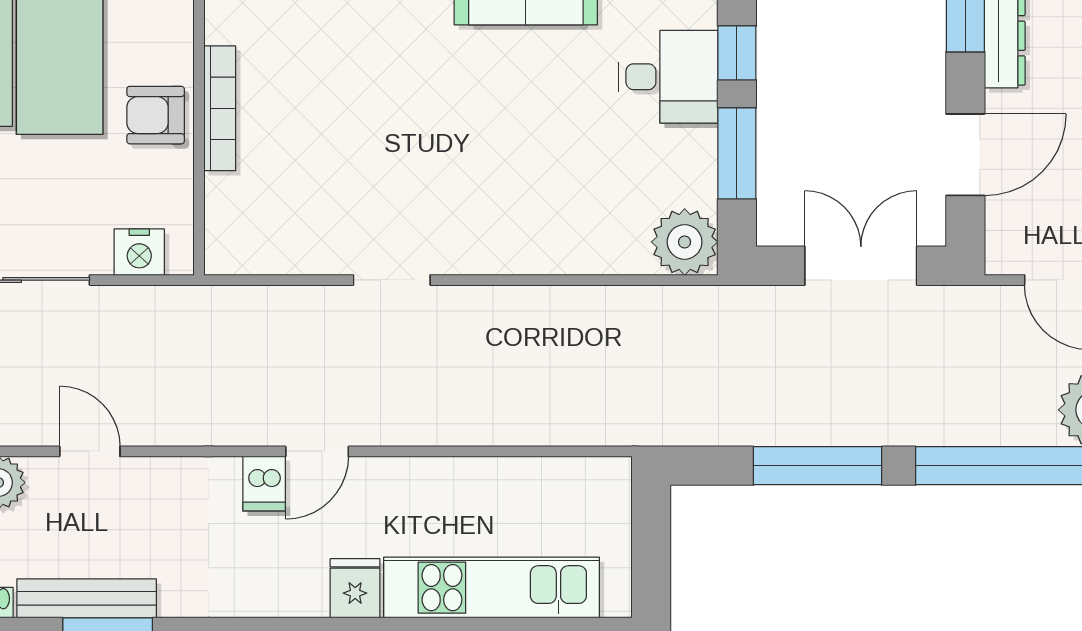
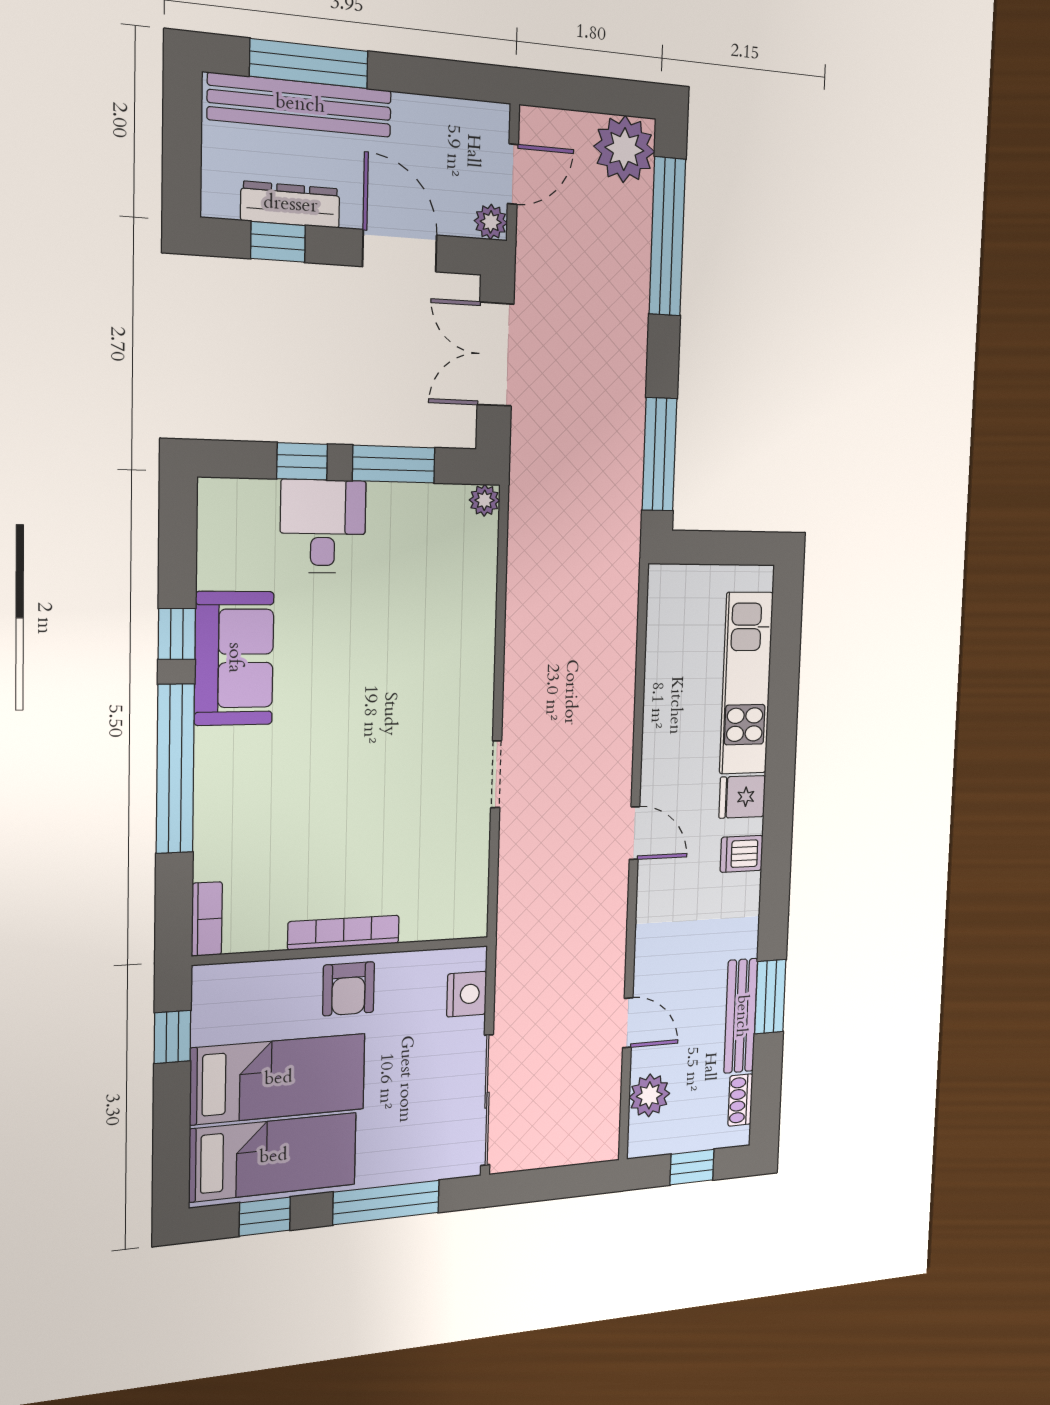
plant: (685, 242) -> (484, 500), width x0.53, depth x0.53
plant: (1004, 256) -> (491, 222), added
door: (90, 451) -> (628, 1023), swing flipped
window: (818, 466) -> (659, 454), moved
dishwasher: (264, 484) -> (742, 854), moved, turned 180

